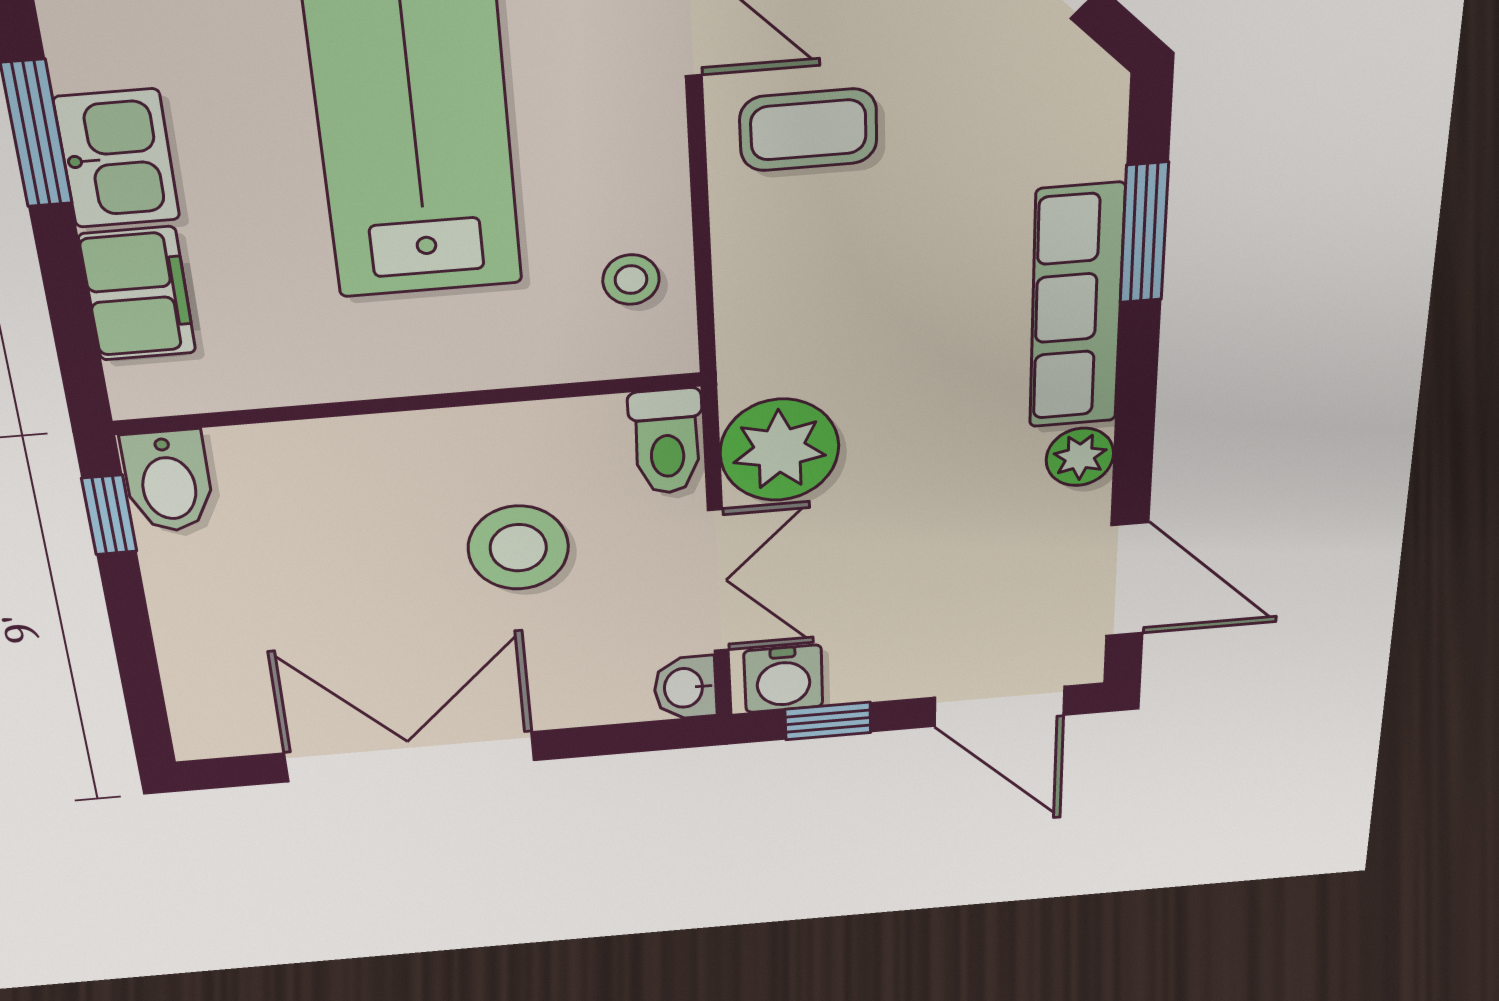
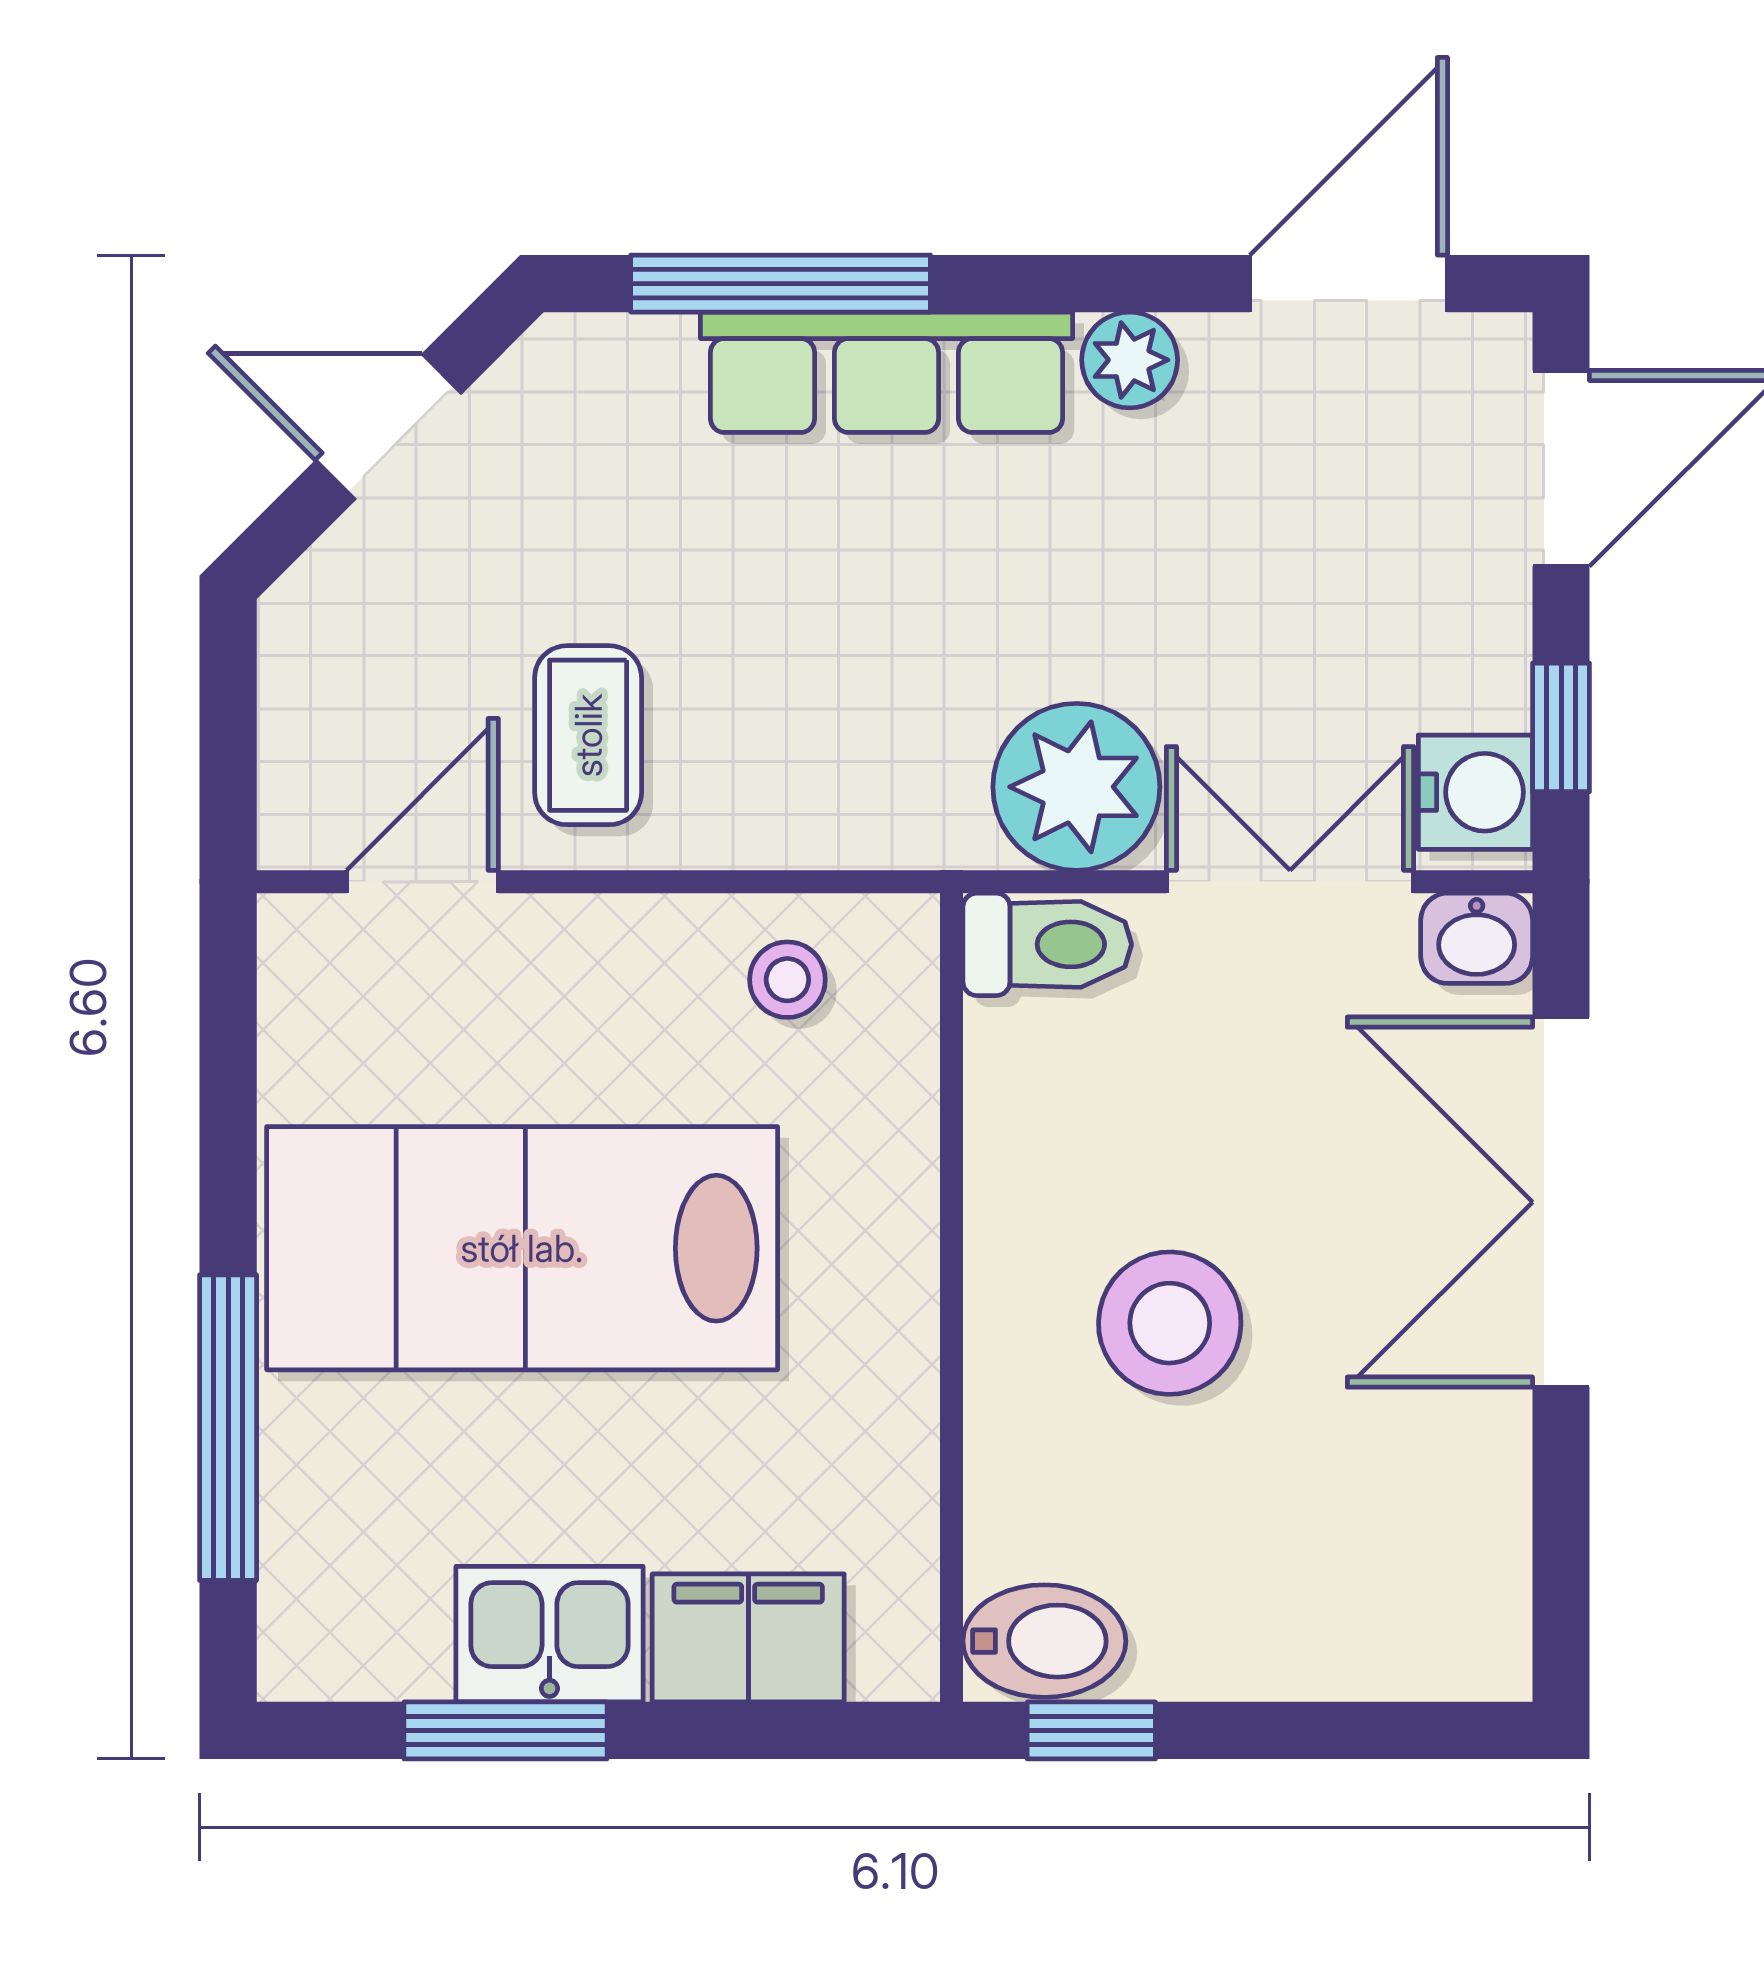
window: (1144, 233) -> (781, 284), width x1.44
stool: (518, 548) -> (1170, 1323), moved
double door: (410, 757) -> (1561, 1202), moved

